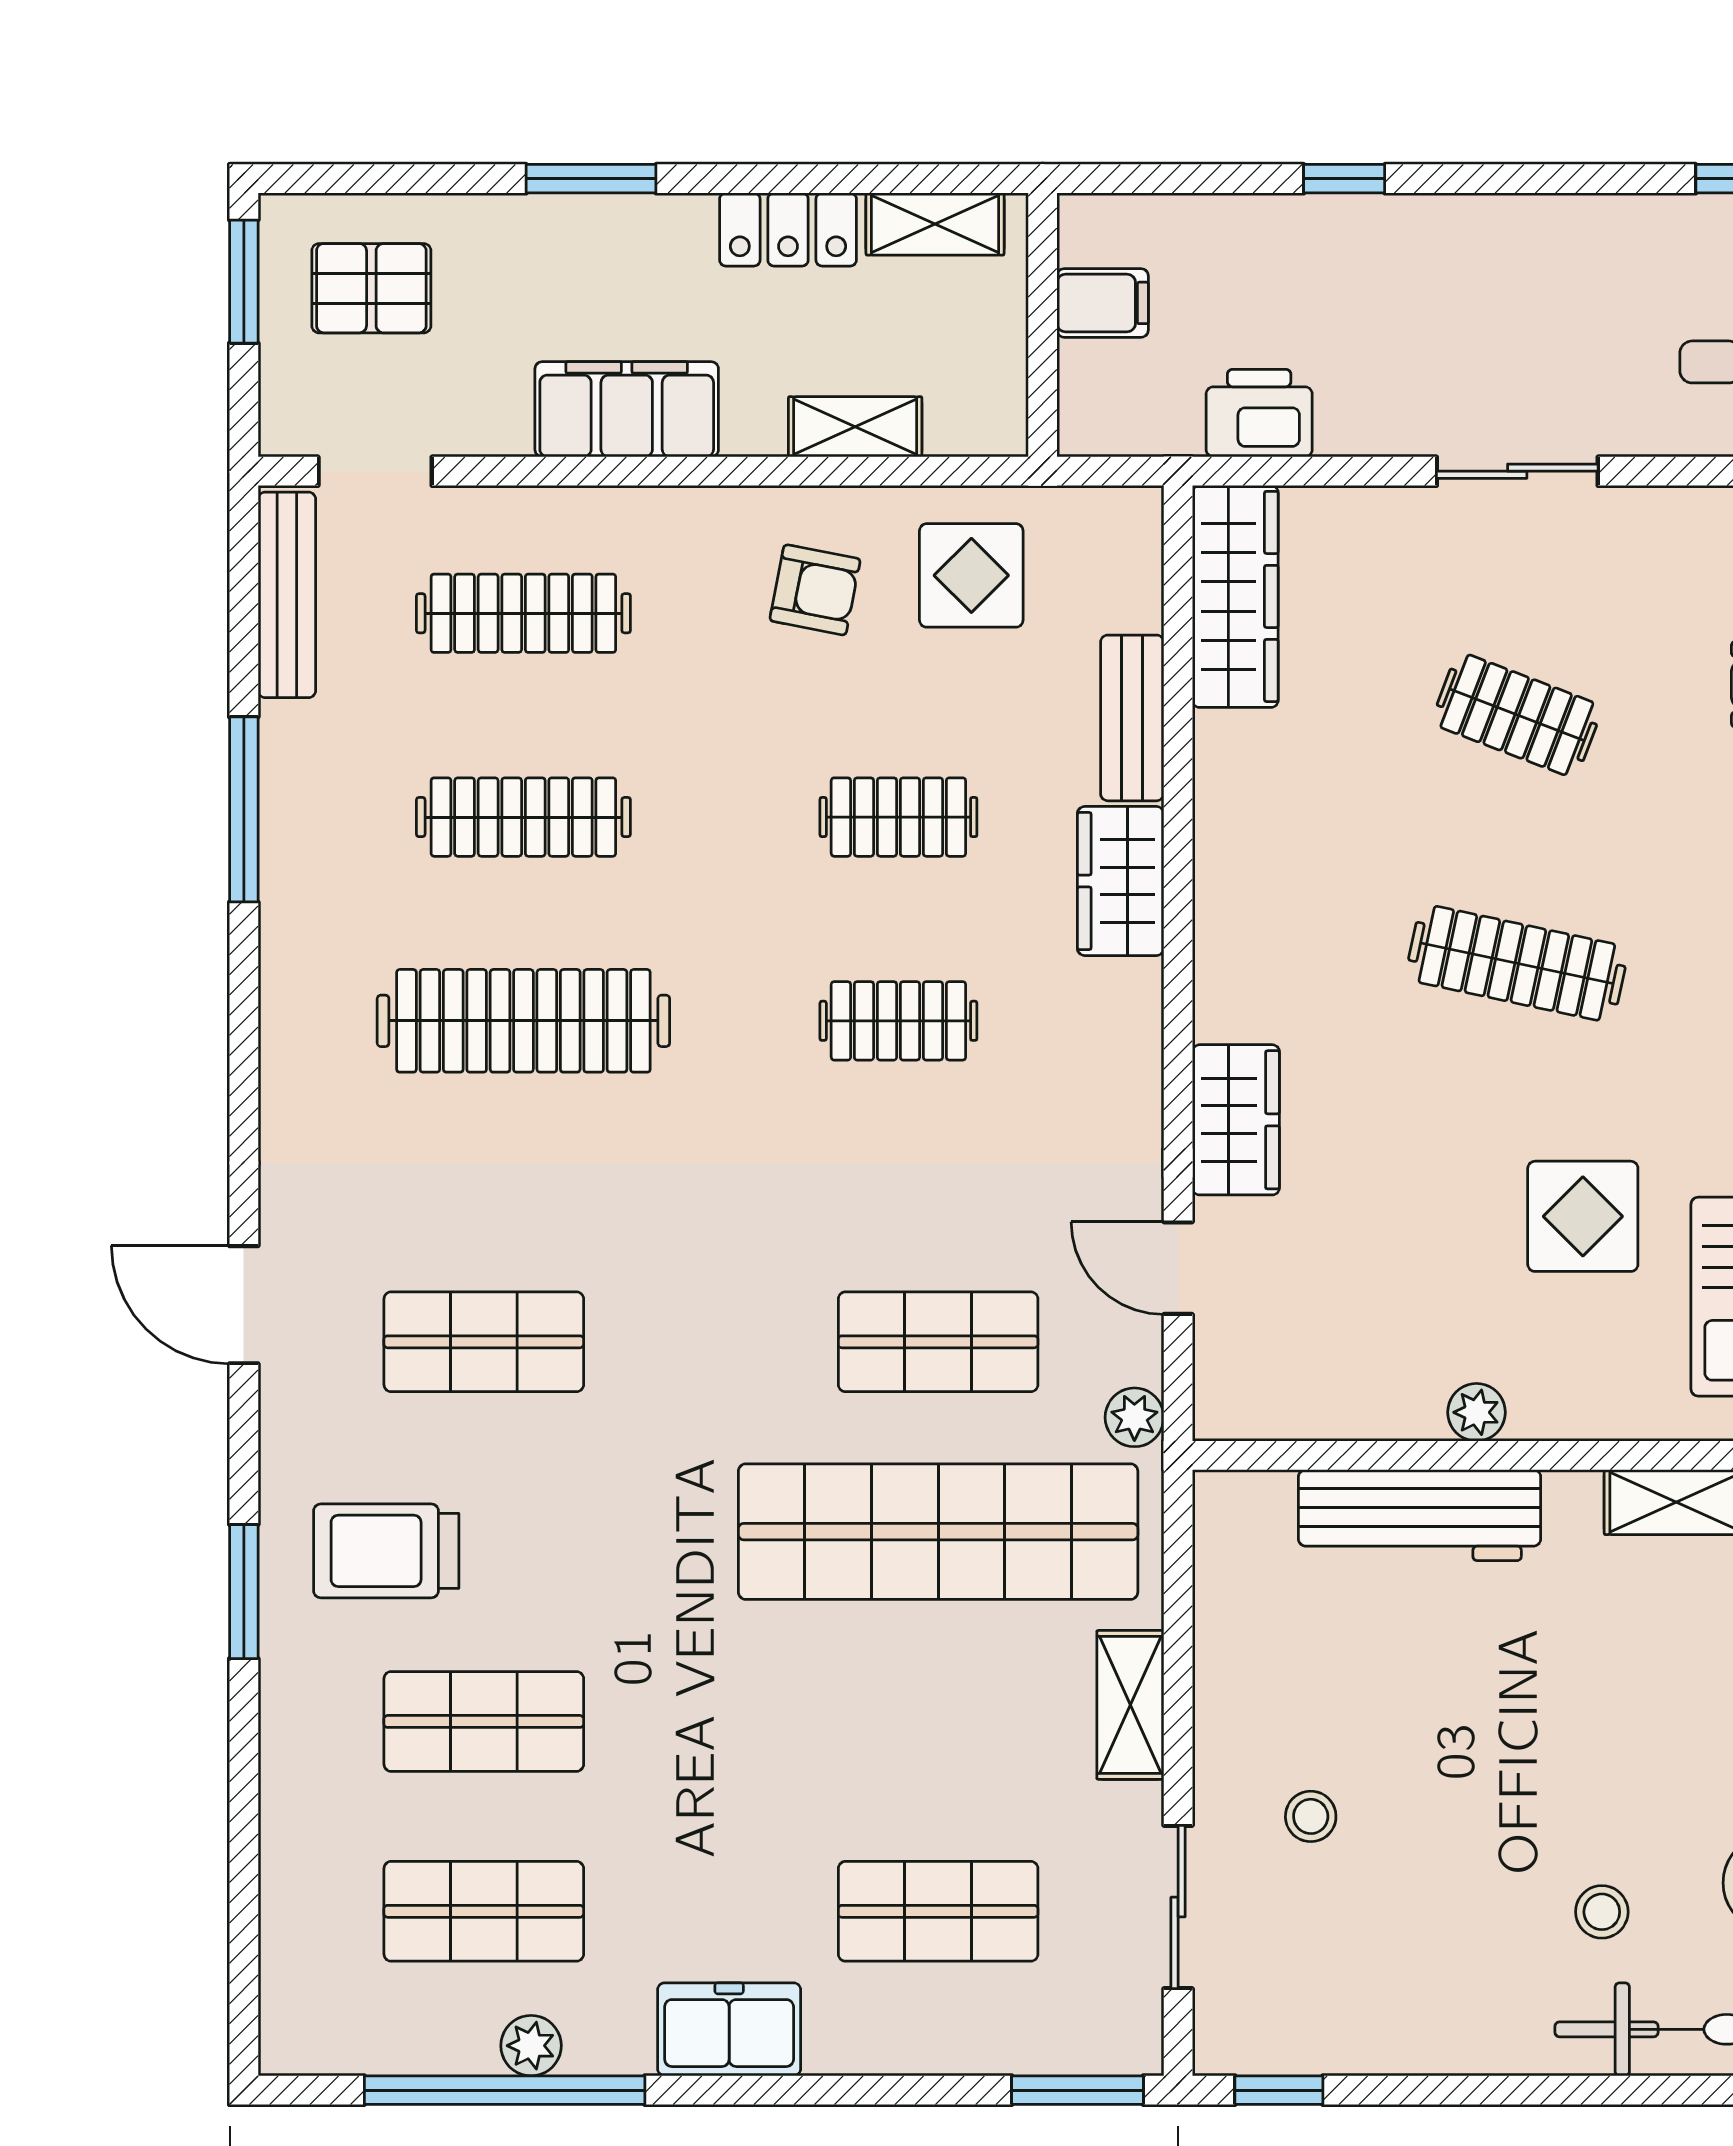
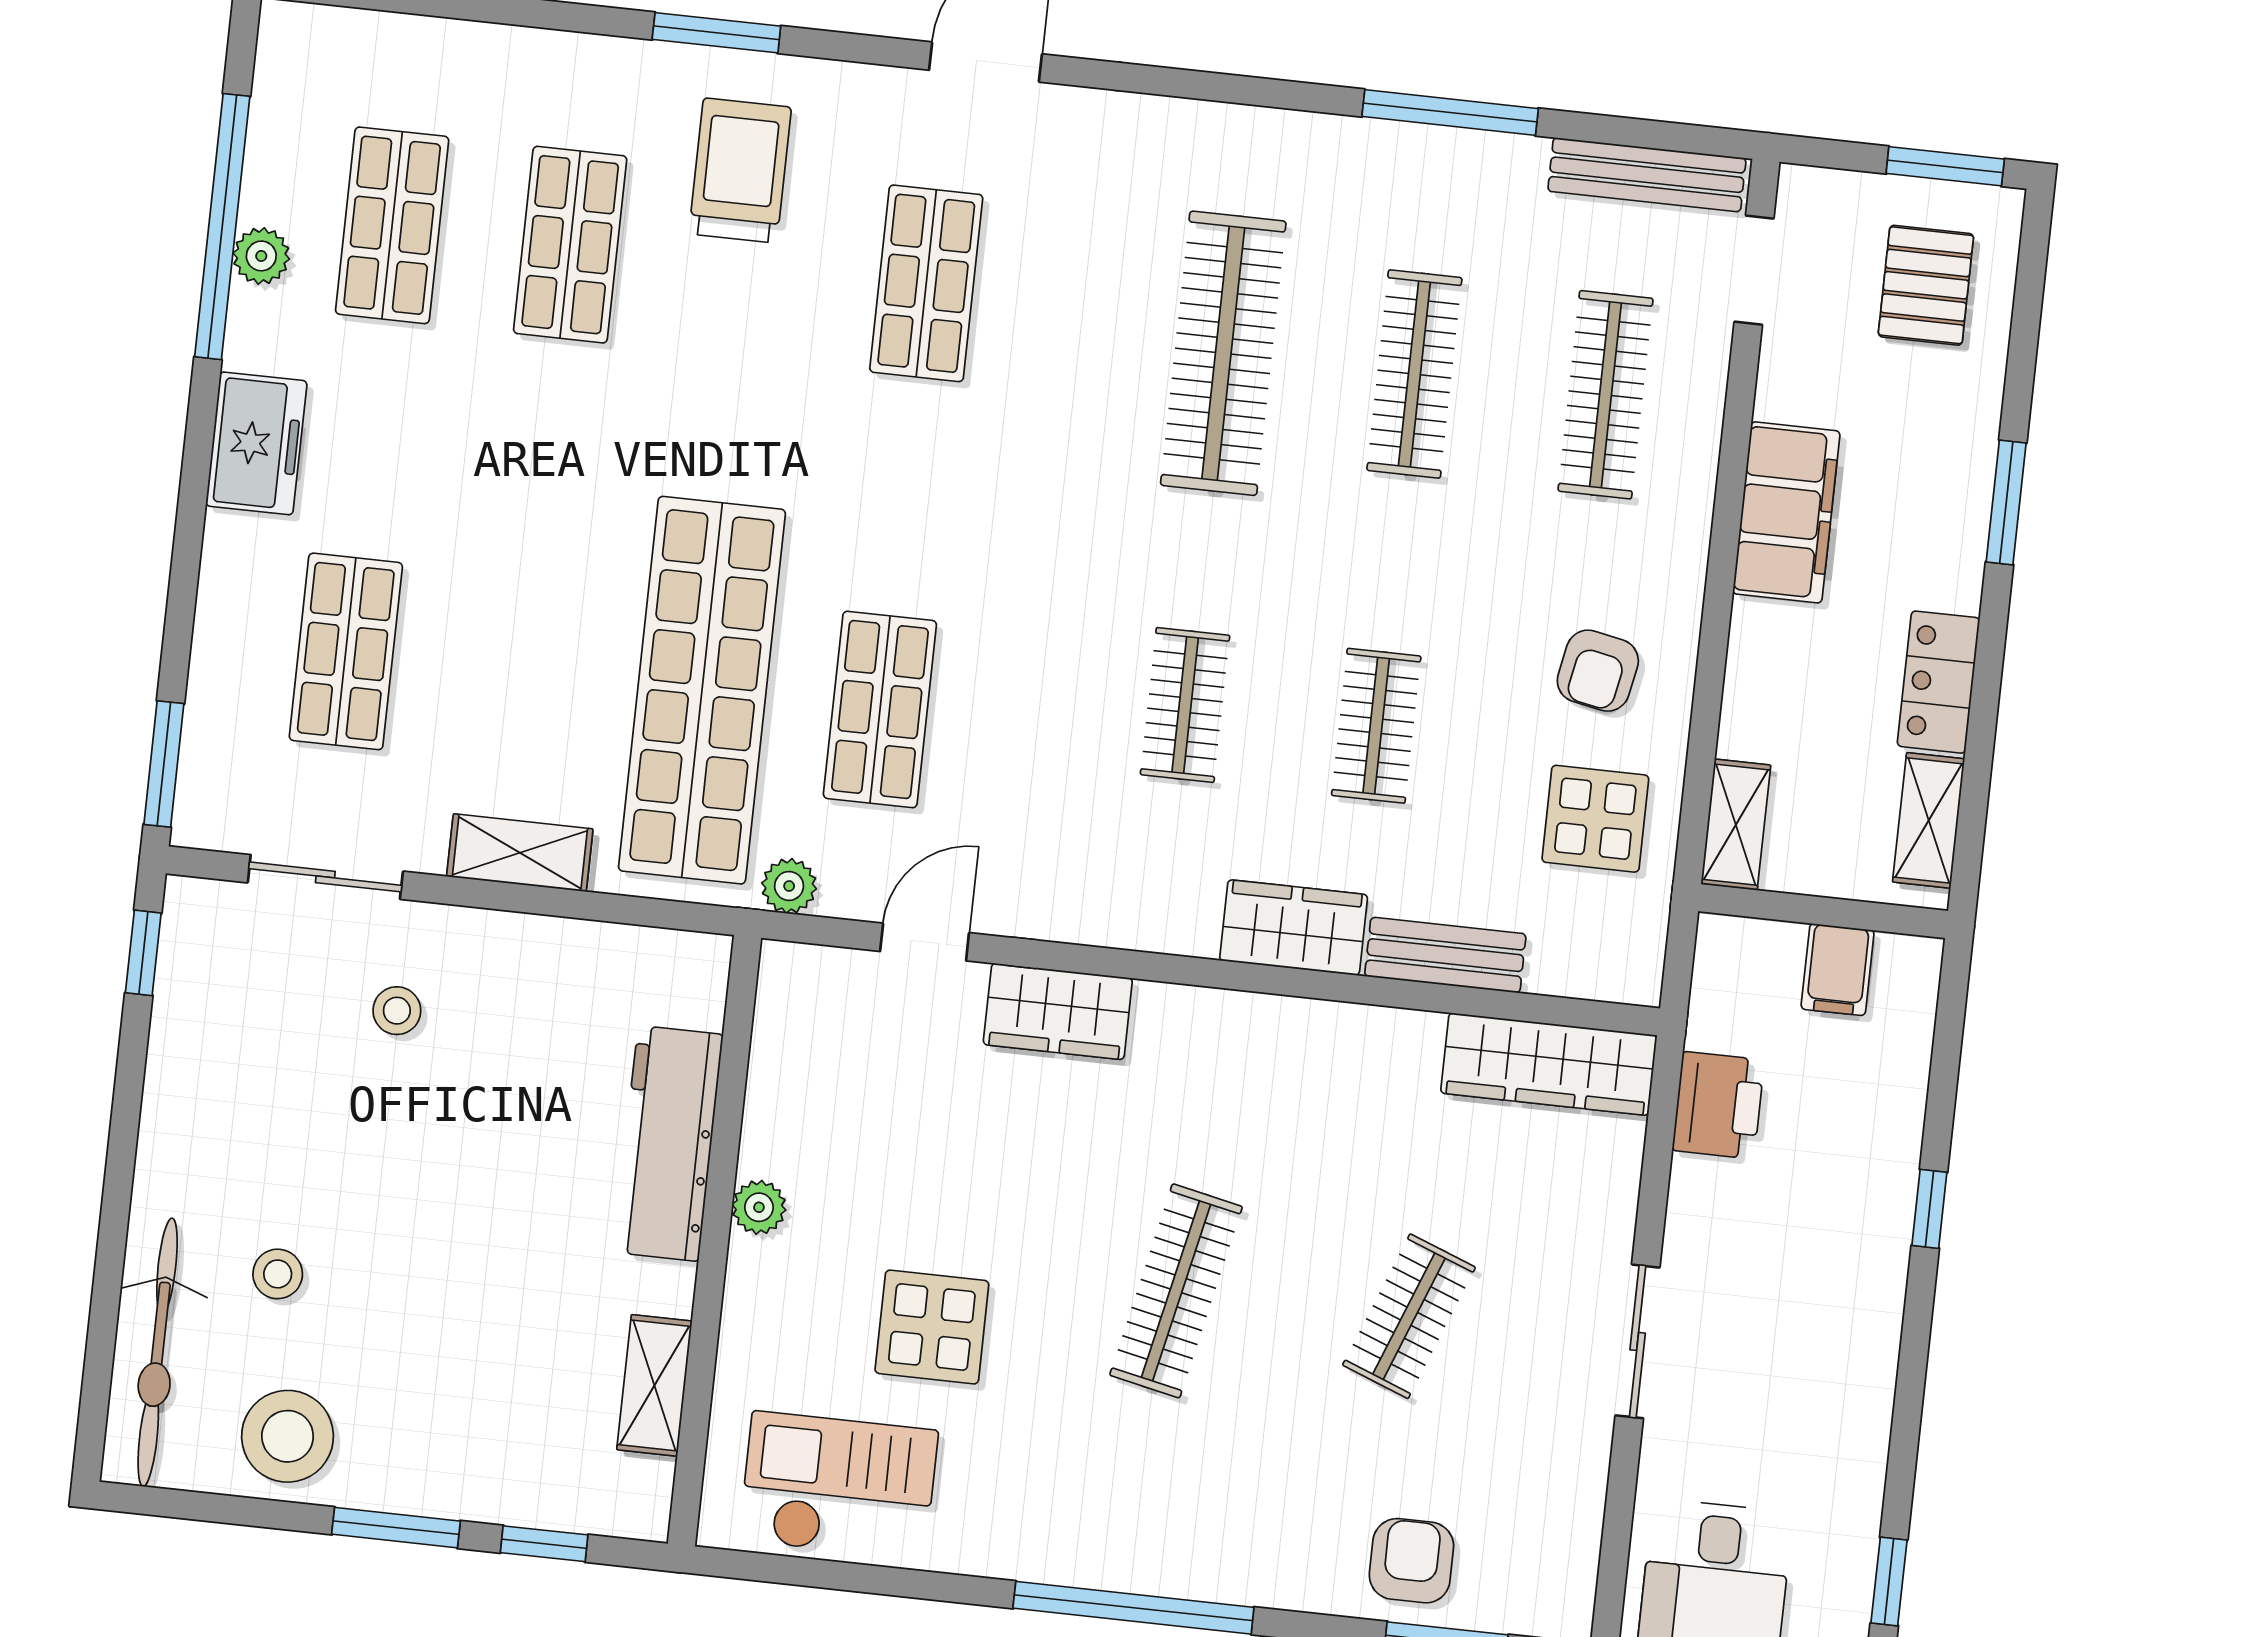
shelving: (855, 427) -> (1736, 825), moved

